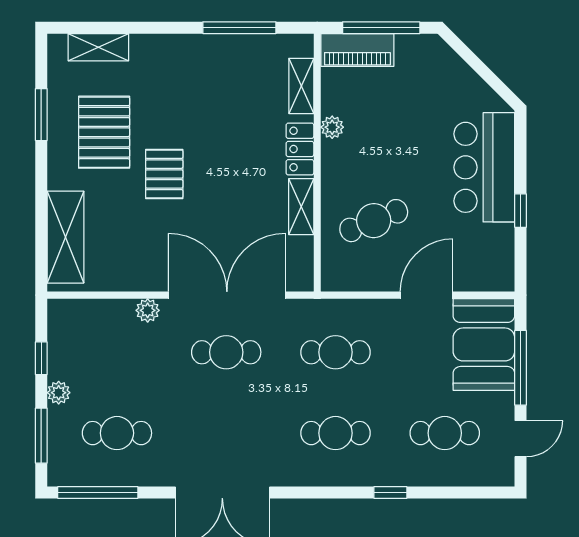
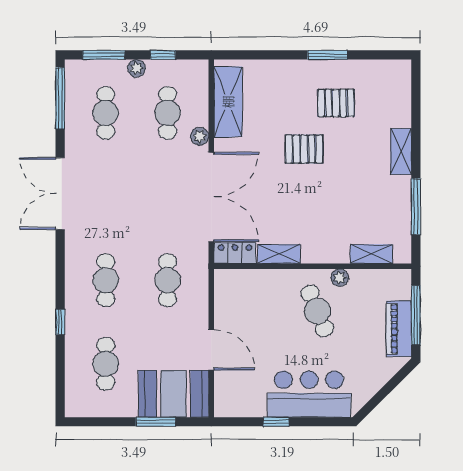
shelving: (98, 47) -> (401, 151), moved
piano: (357, 50) -> (399, 329), moved
window: (41, 115) -> (328, 55), moved
pallet: (104, 132) -> (336, 103), width x0.67, depth x0.71
locker: (300, 149) -> (235, 253), moved
cafe table: (374, 221) -> (317, 311), moved
shelving: (65, 237) -> (228, 102), moved, turned 90
cafe table: (226, 352) -> (168, 113), moved
window: (520, 368) -> (156, 422), width x0.69
door: (520, 439) -> (101, 422), removed

